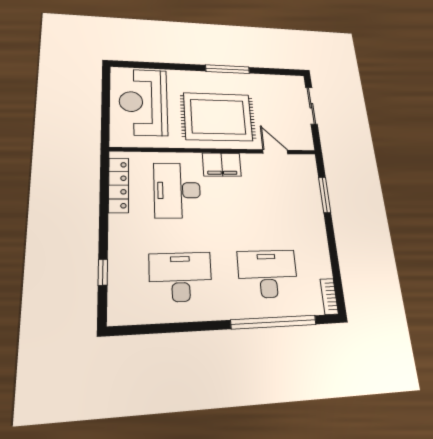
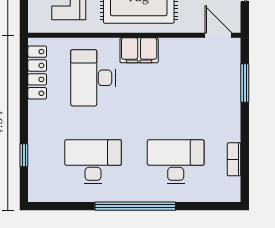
door: (275, 152) -> (218, 35), moved
bookcase: (329, 296) -> (234, 159), moved
window: (274, 322) -> (135, 206), moved

